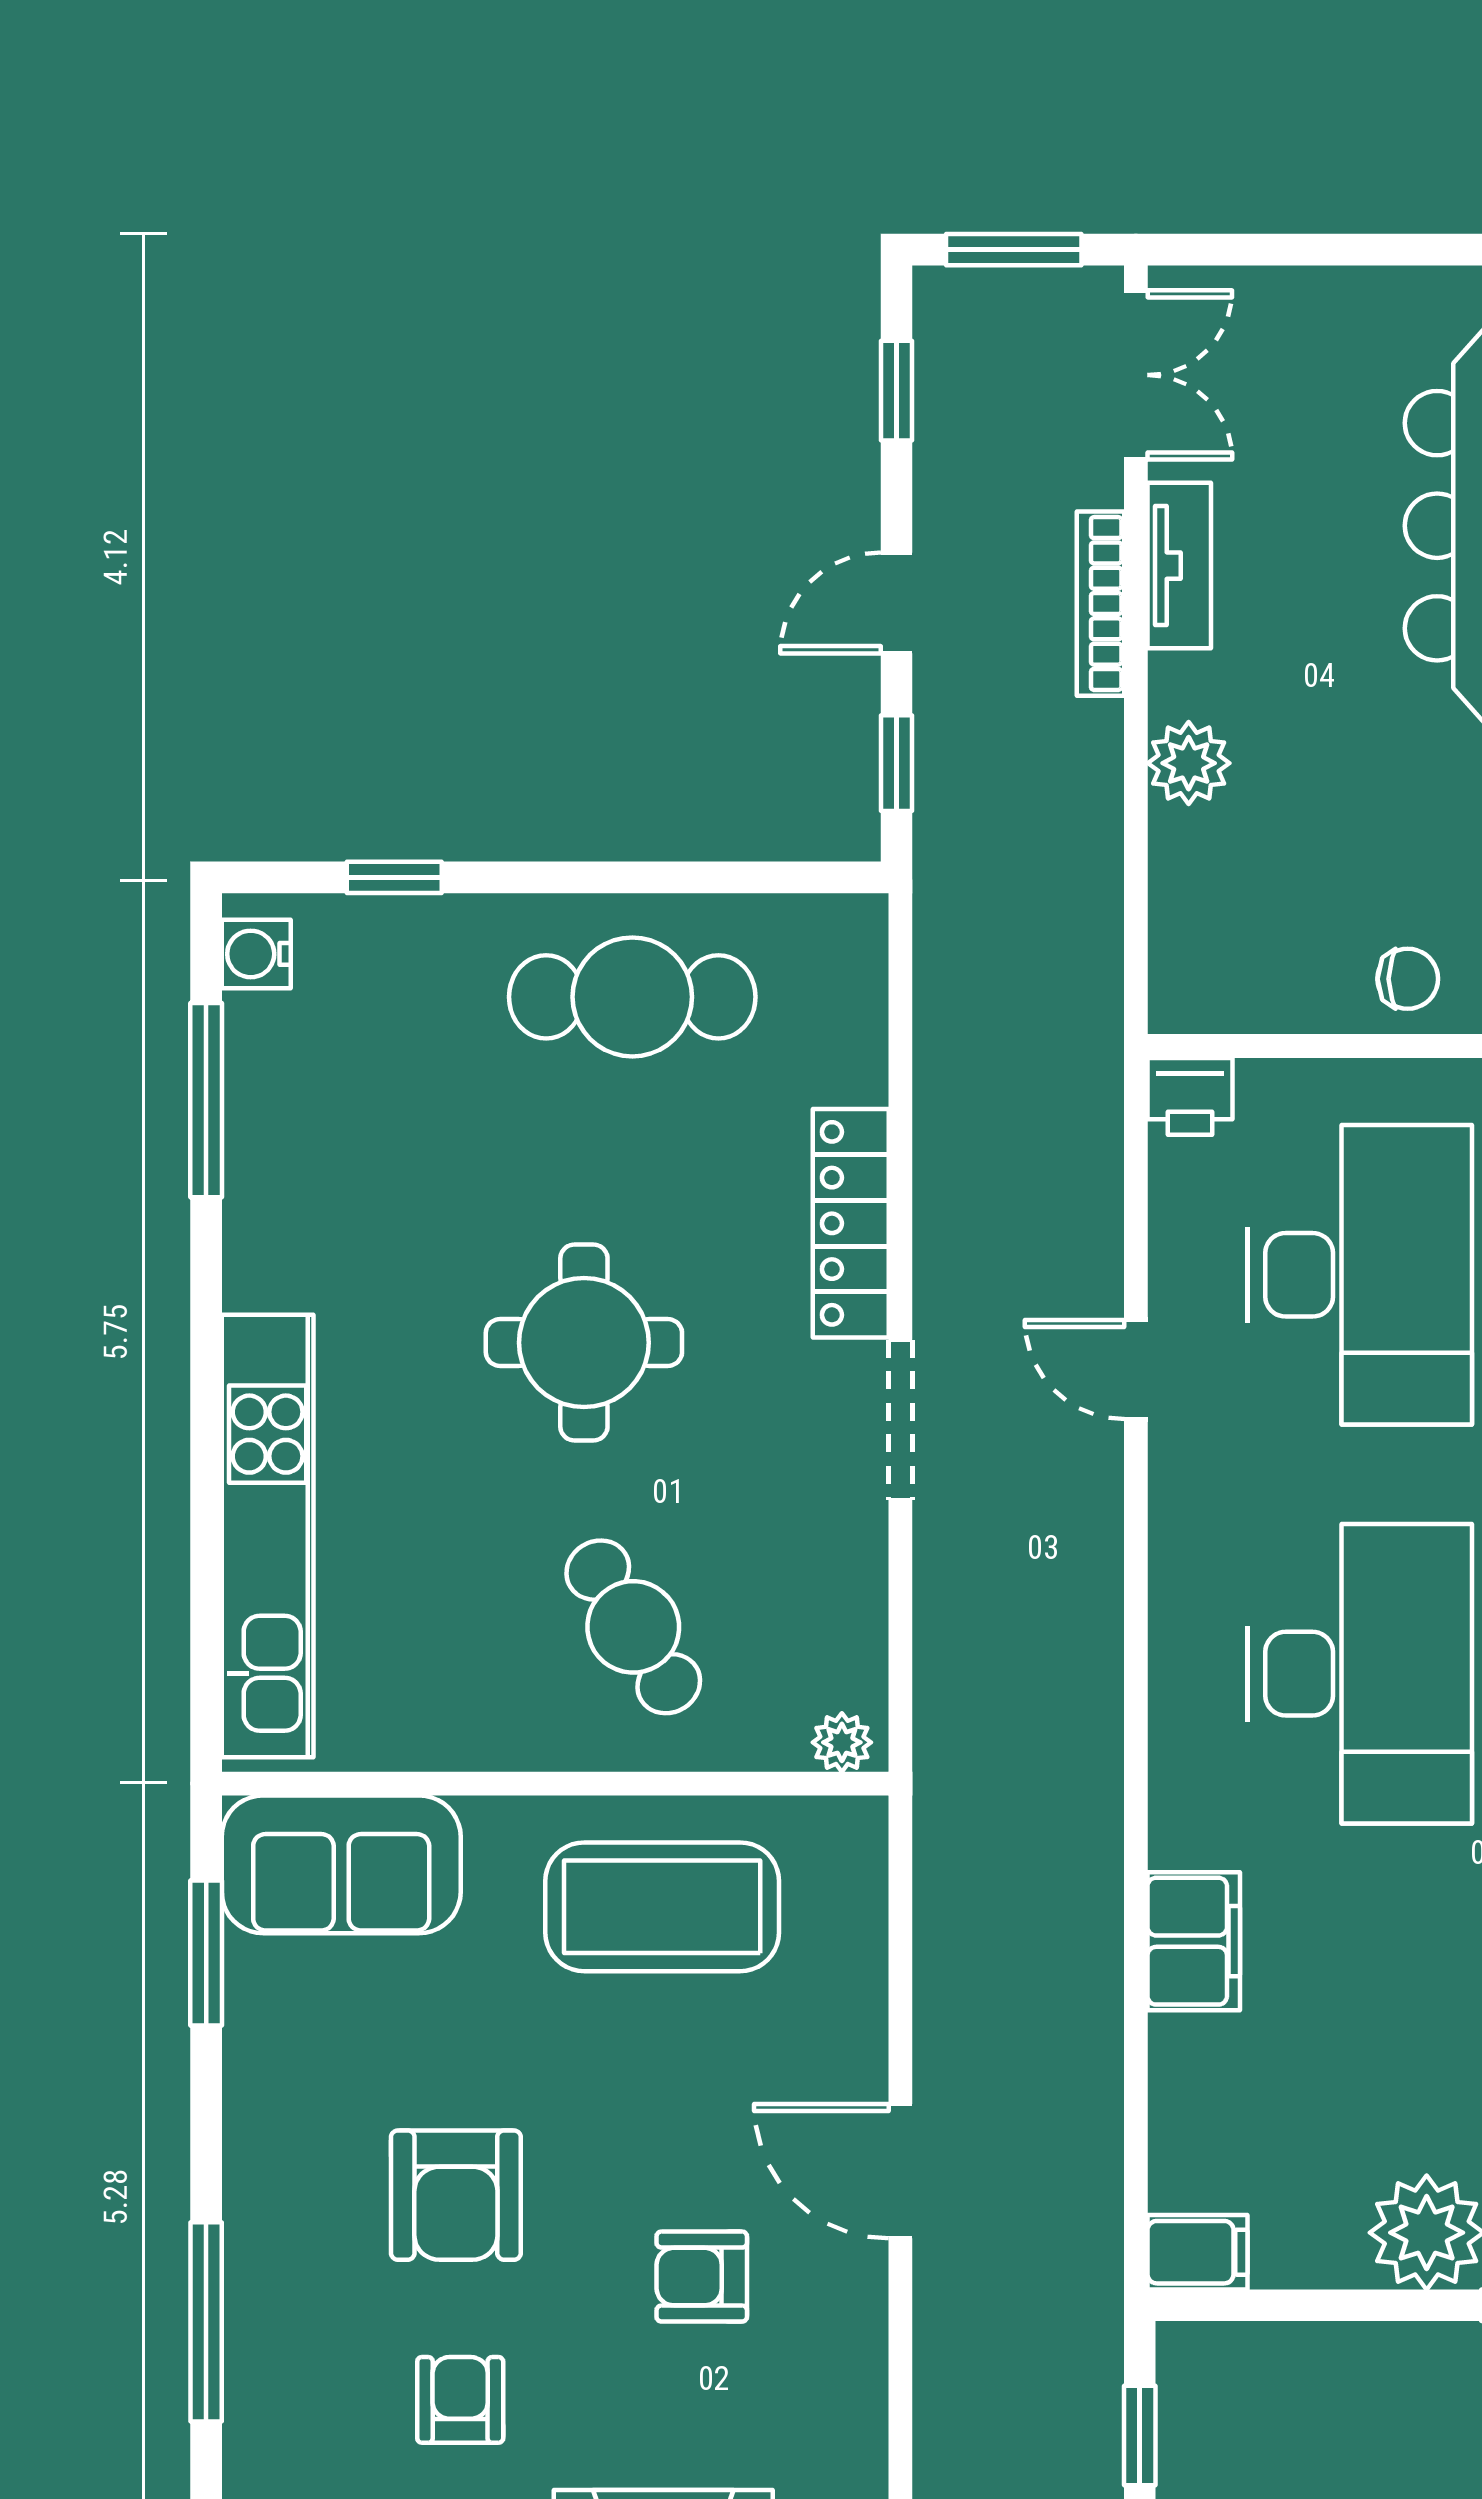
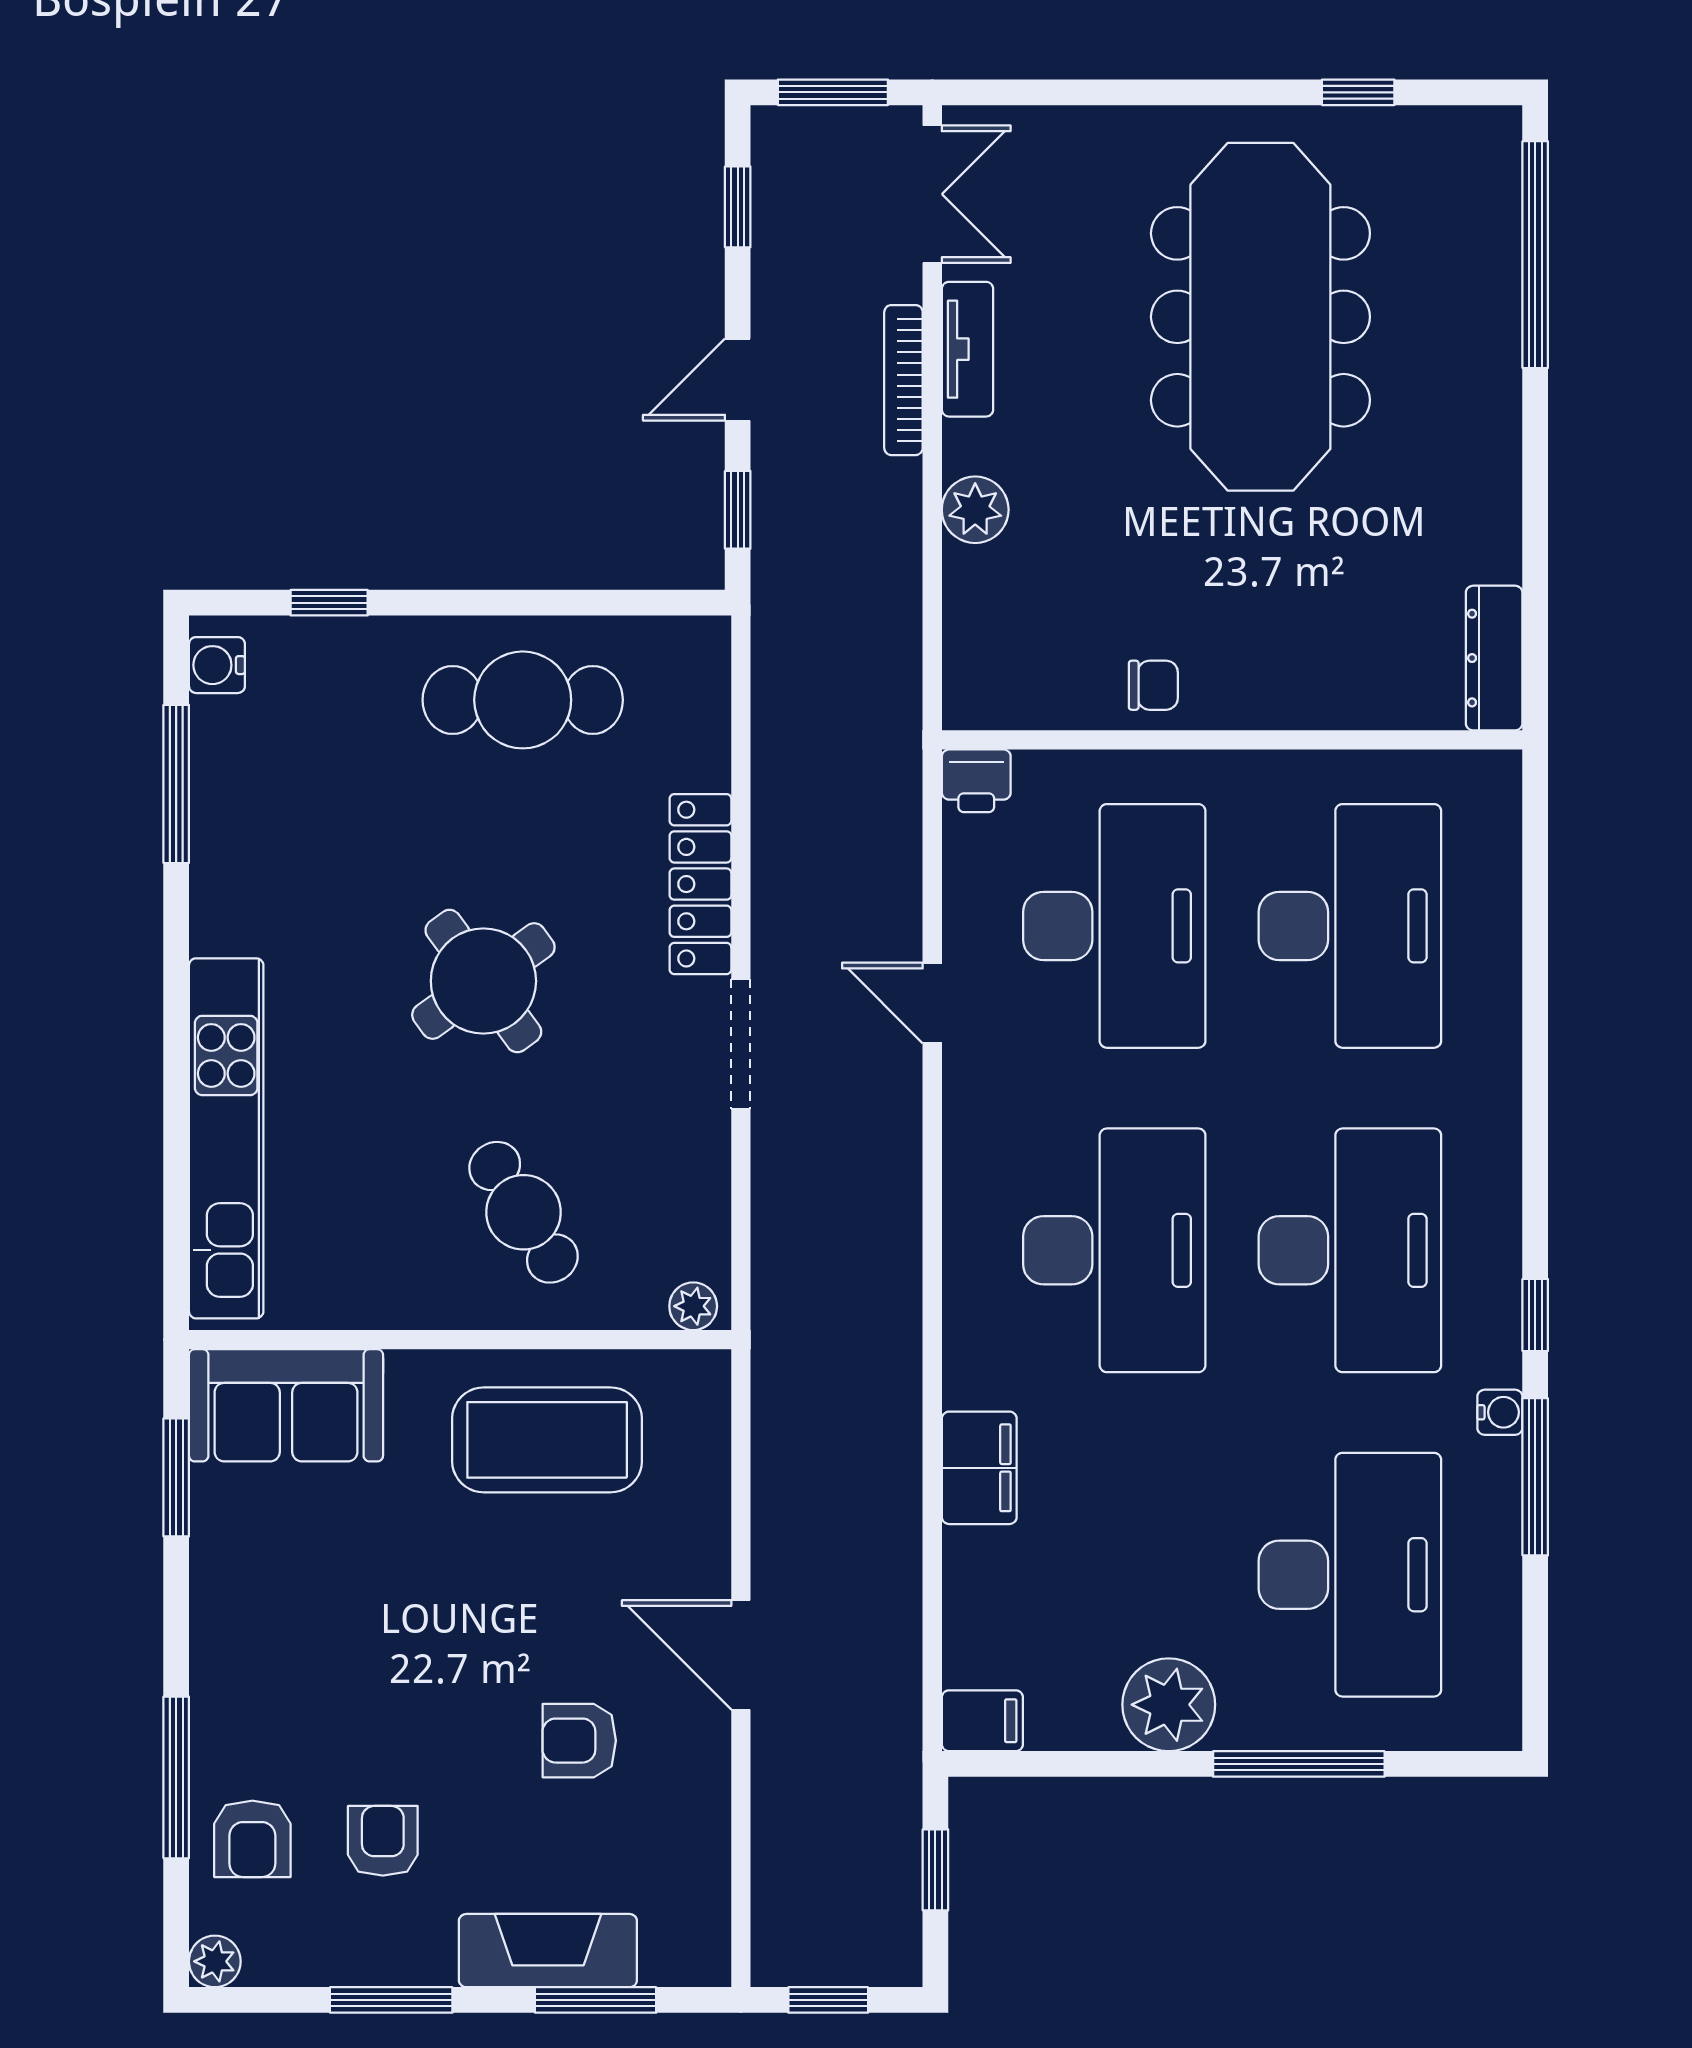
round table: (584, 1343) -> (483, 981), turned -36
armchair: (456, 2195) -> (252, 1839), moved, width x0.72, depth x0.72

